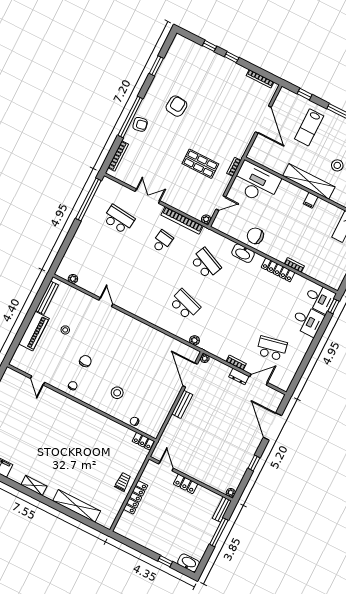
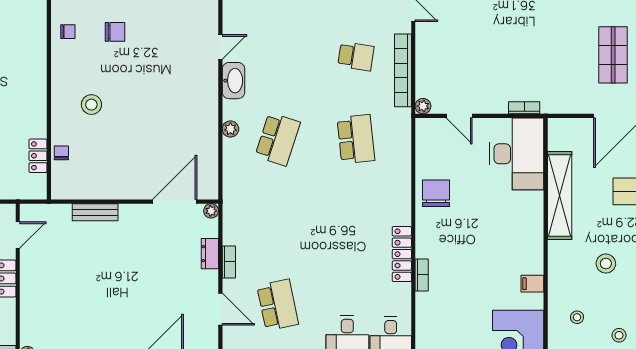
shop shelf: (200, 164) -> (613, 55), moved
shelving: (309, 181) -> (560, 195), moved
filing cabinet: (311, 200) -> (532, 284), moved
washbasin: (243, 253) -> (233, 81), moved, turned 180
school desk: (206, 263) -> (356, 139), turned -30
door: (106, 302) -> (220, 47), moved
plant: (195, 340) -> (230, 129), moved
dresser: (239, 376) -> (210, 254), moved
bench: (182, 404) -> (95, 212), moved
locker: (143, 441) -> (38, 156), moved

